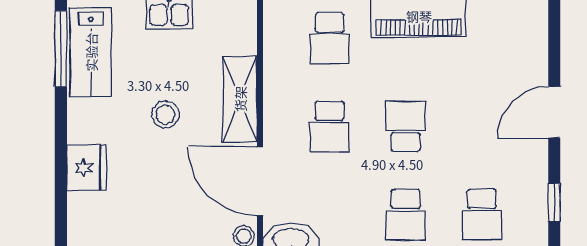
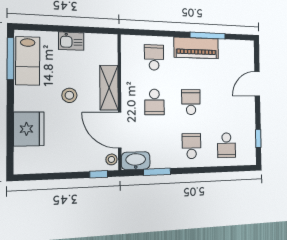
school desk: (330, 38) -> (154, 57), turned 180
door: (554, 112) -> (257, 84), moved
fridge: (86, 168) -> (29, 129), width x1.36, depth x1.34
school desk: (406, 215) -> (192, 146), turned 180

